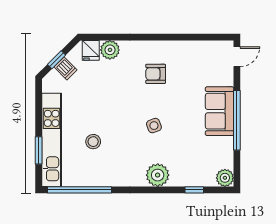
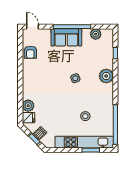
armchair: (156, 74) -> (30, 52), moved
plant: (225, 178) -> (96, 34), moved

